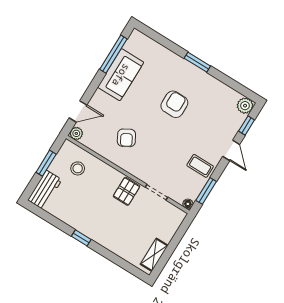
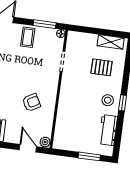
window: (46, 163) -> (89, 156), moved
stool: (78, 168) -> (108, 100), moved
workbench: (45, 190) -> (108, 130), moved, turned -90
pallet: (127, 191) -> (102, 67), moved

